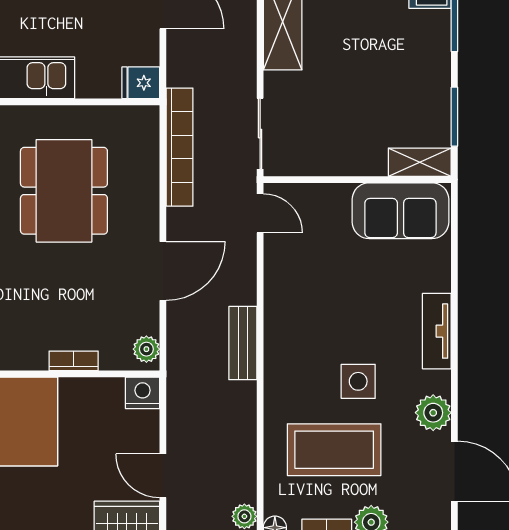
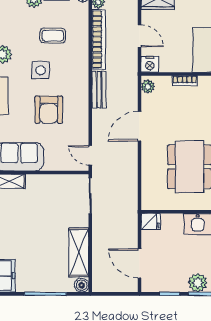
bookcase: (180, 147) -> (99, 39), moved, turned 180
armchair: (342, 304) -> (49, 110), added
coffee table: (334, 450) -> (53, 36), width x0.54, depth x0.58
door: (163, 476) -> (139, 36), moved

